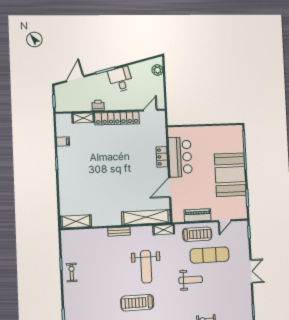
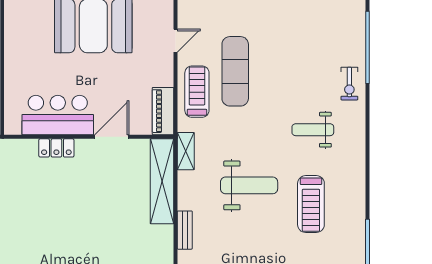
door: (170, 188) -> (112, 137), swing flipped
piano: (198, 215) -> (163, 111), moved
door: (225, 221) -> (176, 41), hinge flipped
weight bench: (191, 280) -> (313, 130), moved, turned -90

